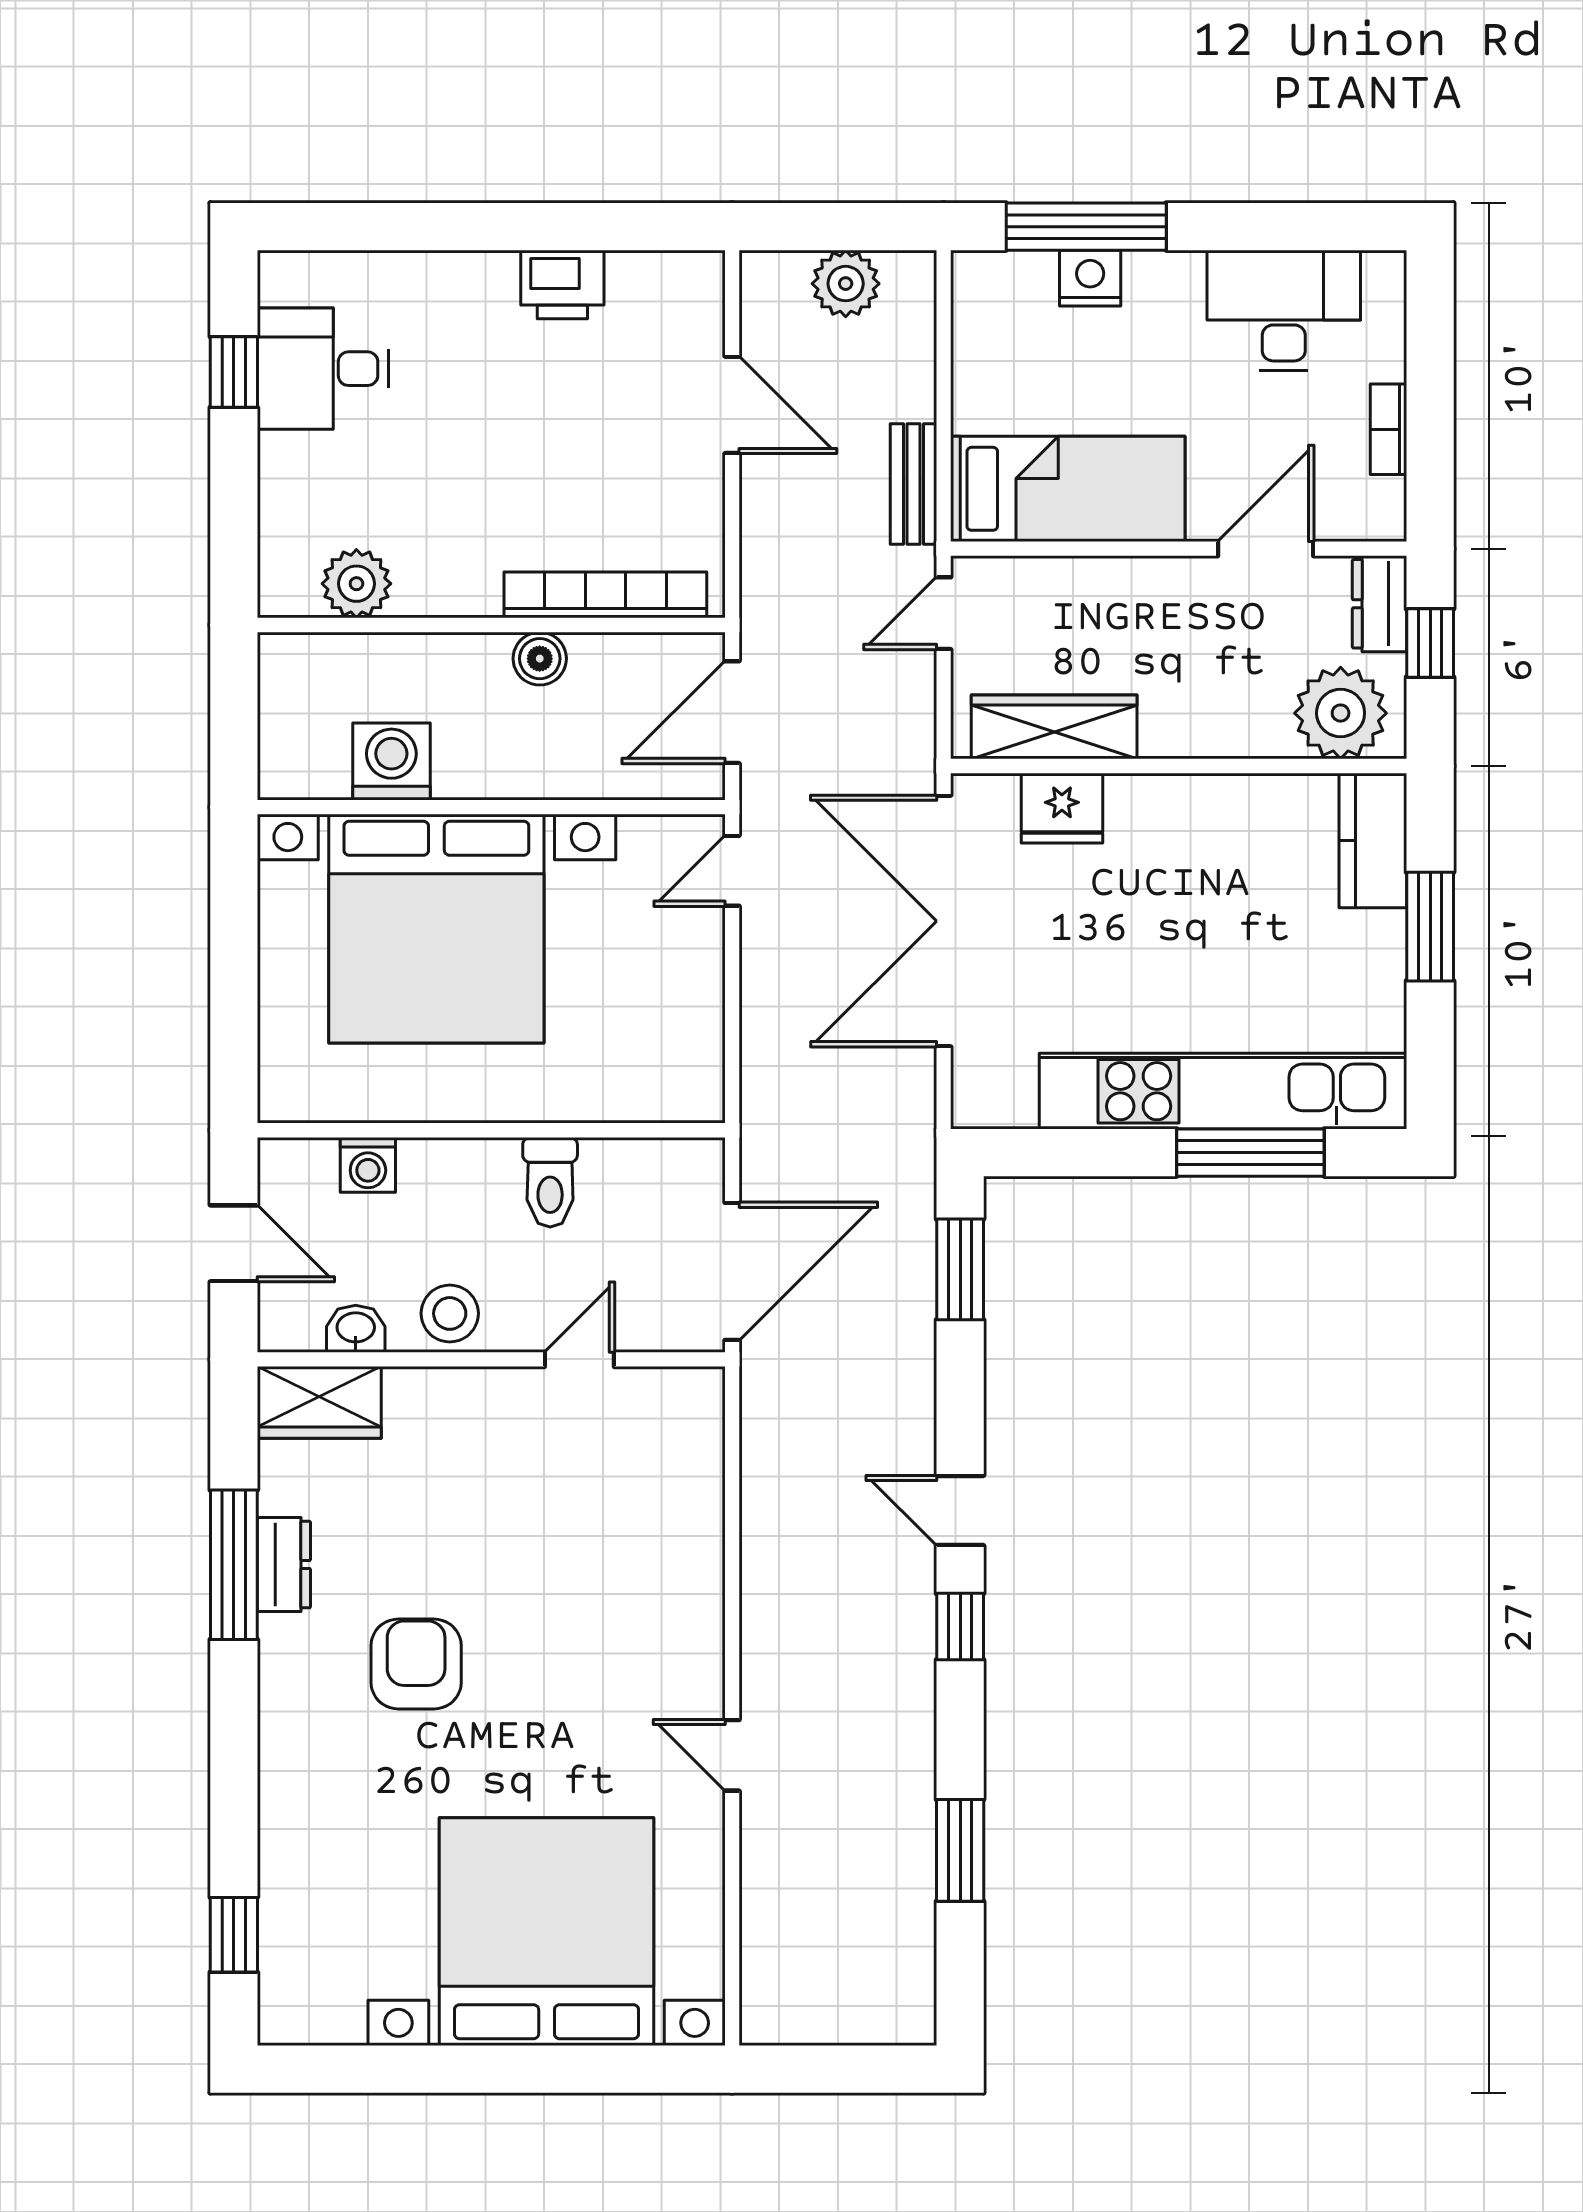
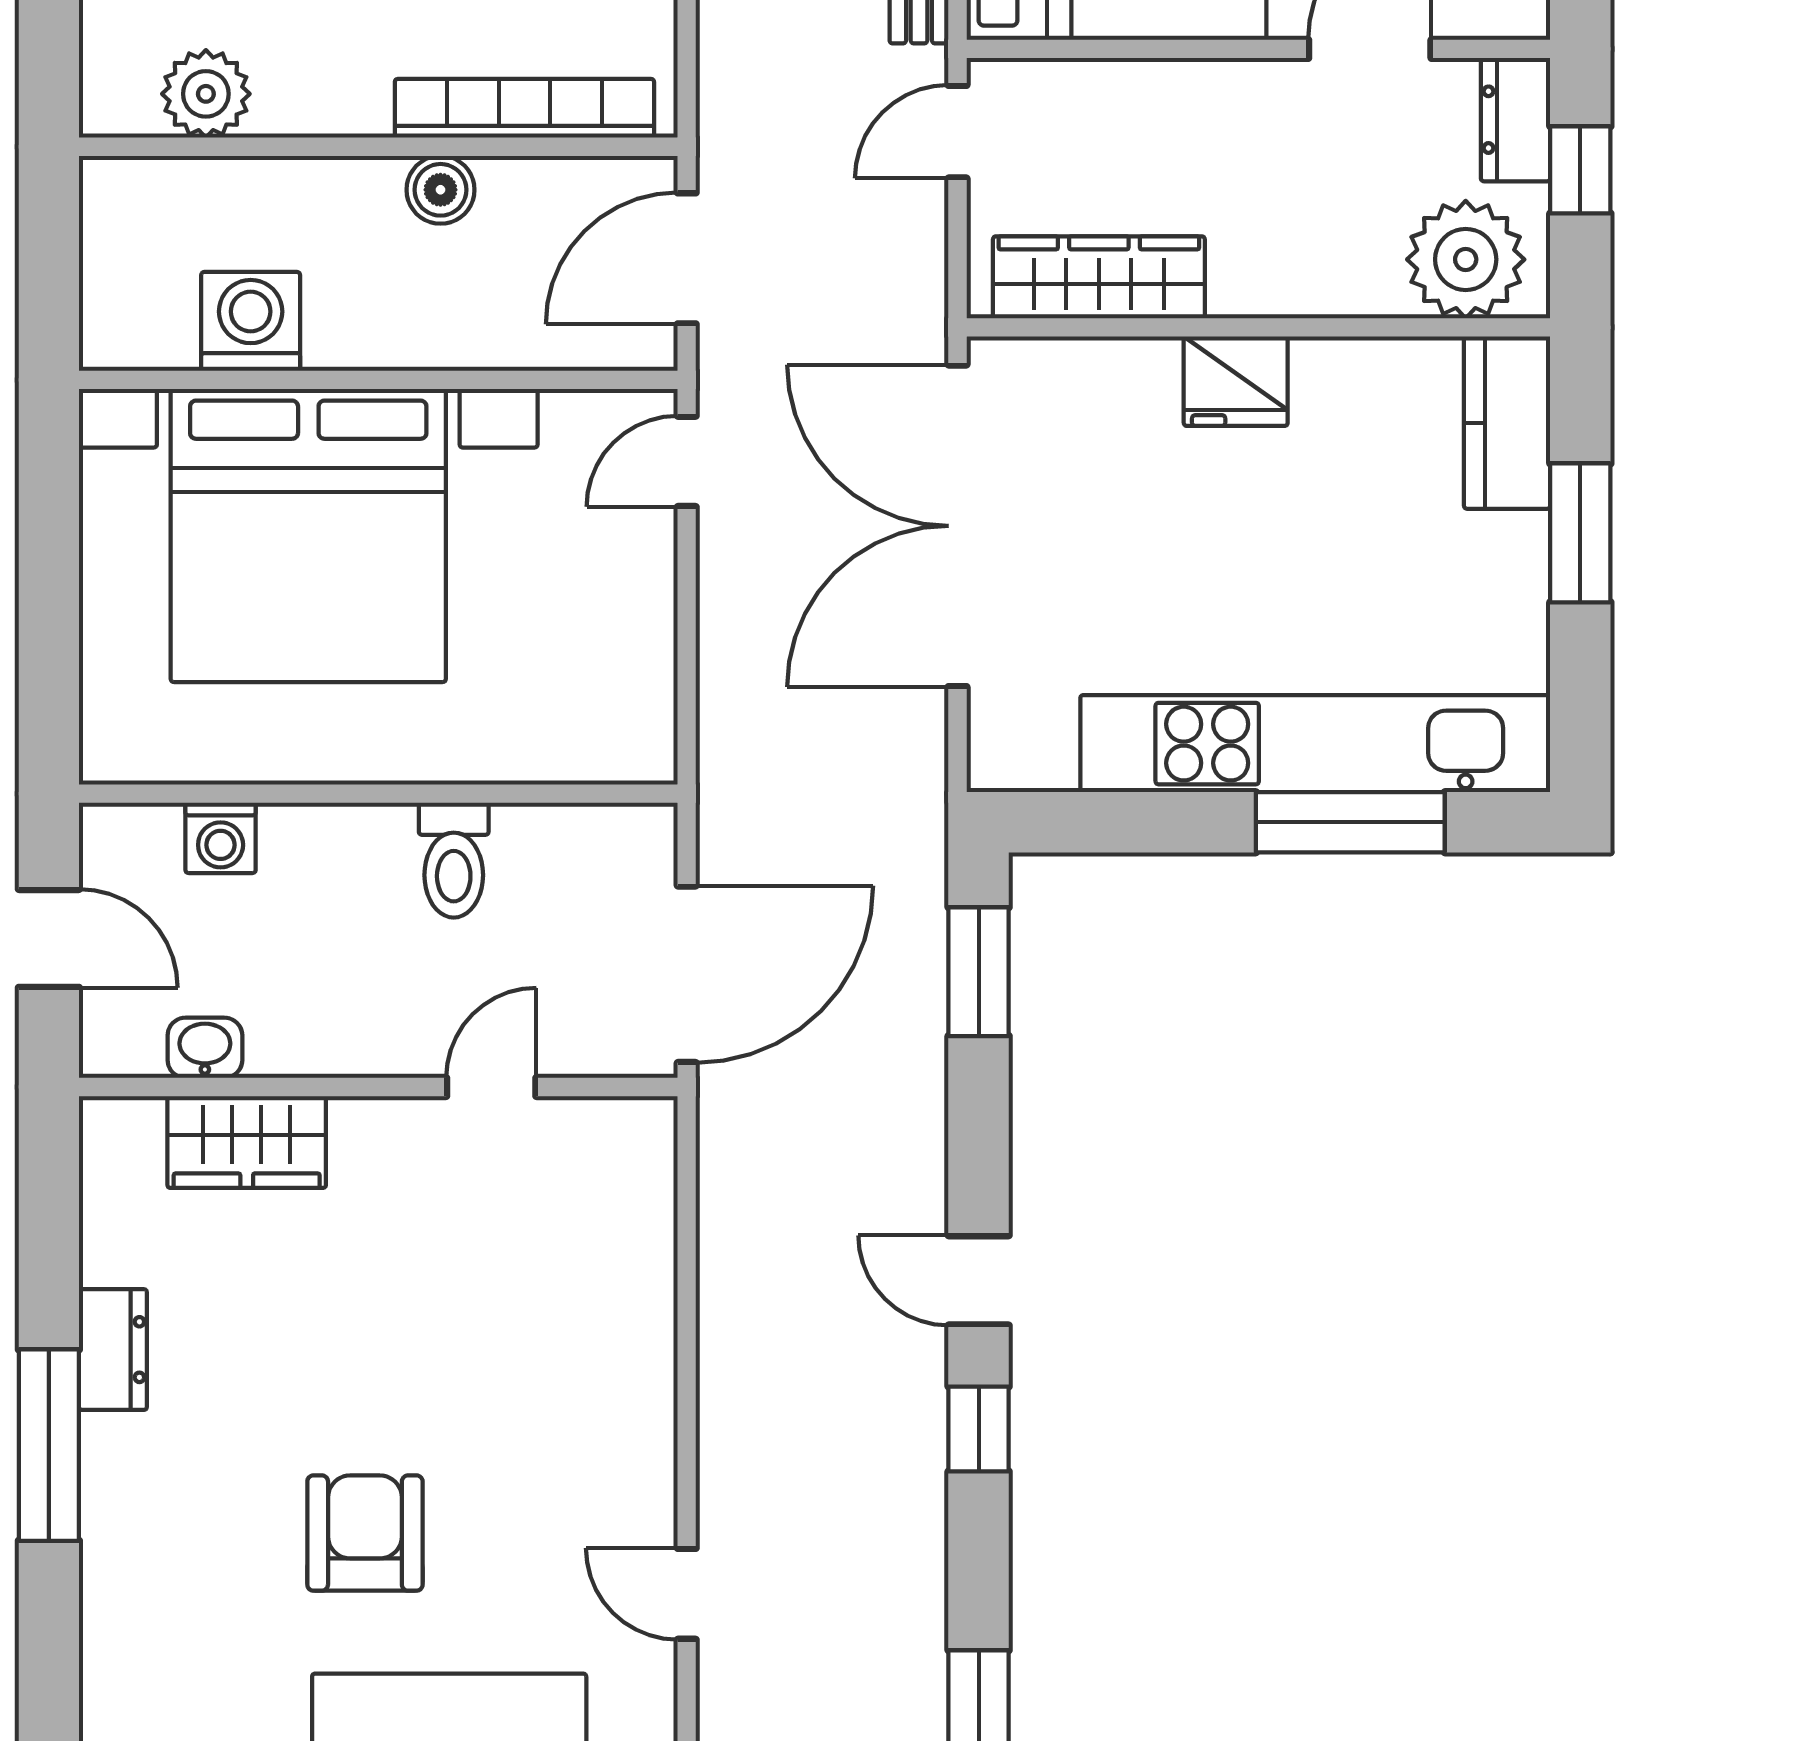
fridge: (1062, 808) -> (1236, 381), moved
stool: (450, 1313) -> (325, 1028), removed
wardrobe: (319, 1402) -> (247, 1142), moved
window: (234, 1565) -> (49, 1445), moved
armchair: (416, 1664) -> (365, 1533), moved

